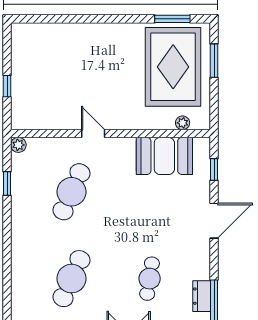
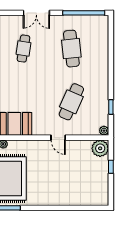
plant: (25, 116) -> (100, 148), added
cafe table: (71, 279) -> (71, 49), turned -30

